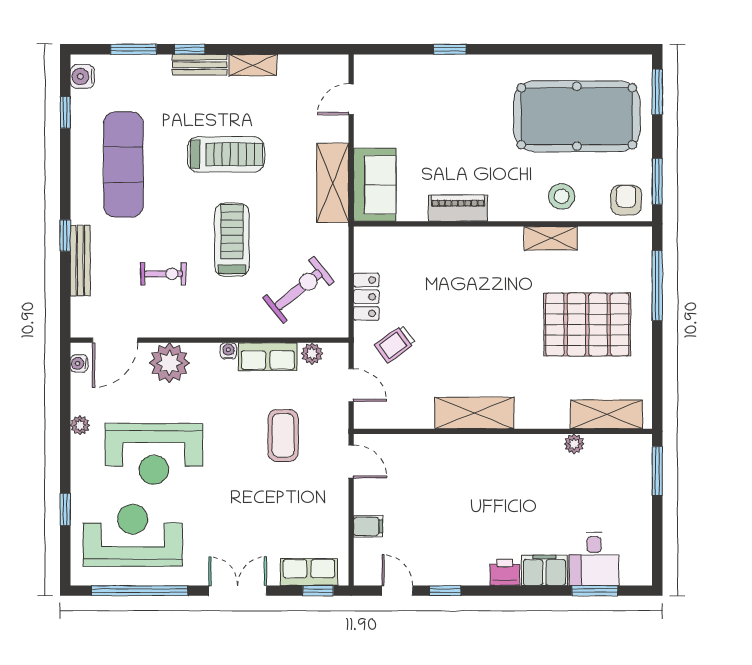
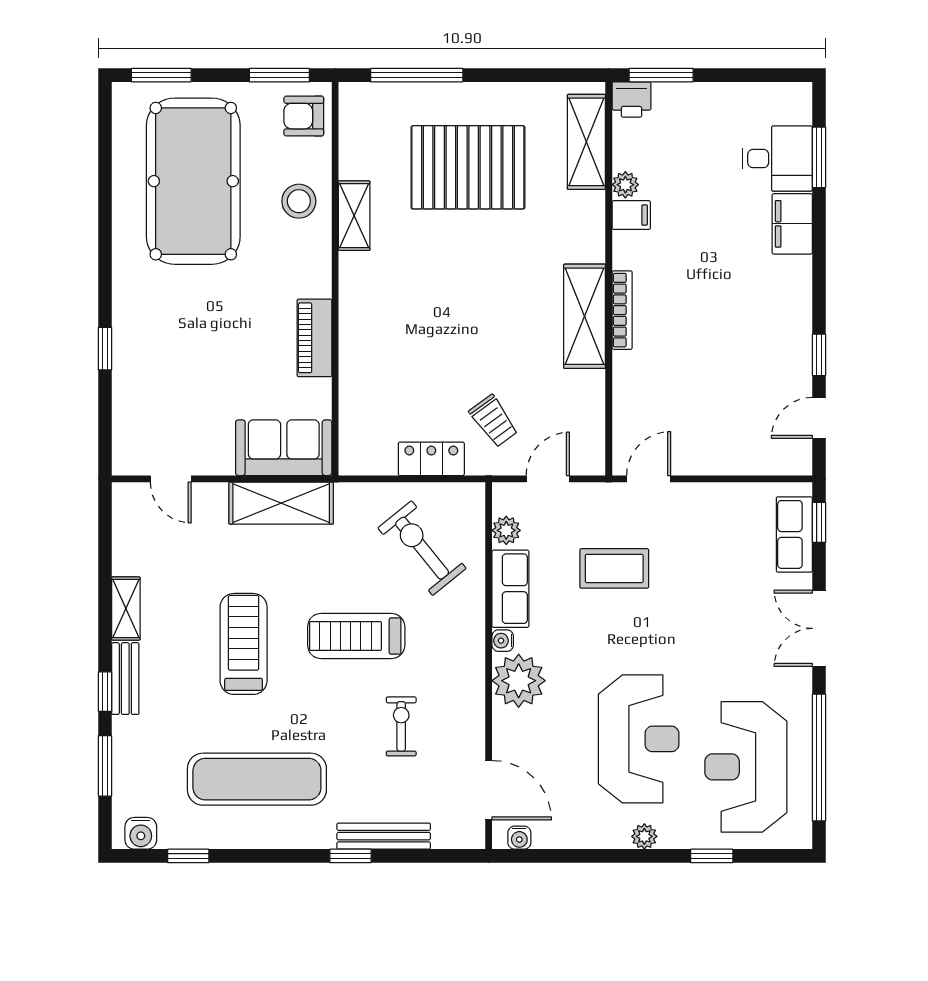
pallet: (587, 325) -> (468, 167), turned 90
plant: (169, 363) -> (519, 681), moved
plant: (80, 425) -> (644, 836), moved
bookcase: (479, 441) -> (622, 310), added
filing cabinet: (368, 526) -> (631, 215), moved, turned 90
printer: (505, 572) -> (631, 99), moved, turned -90

